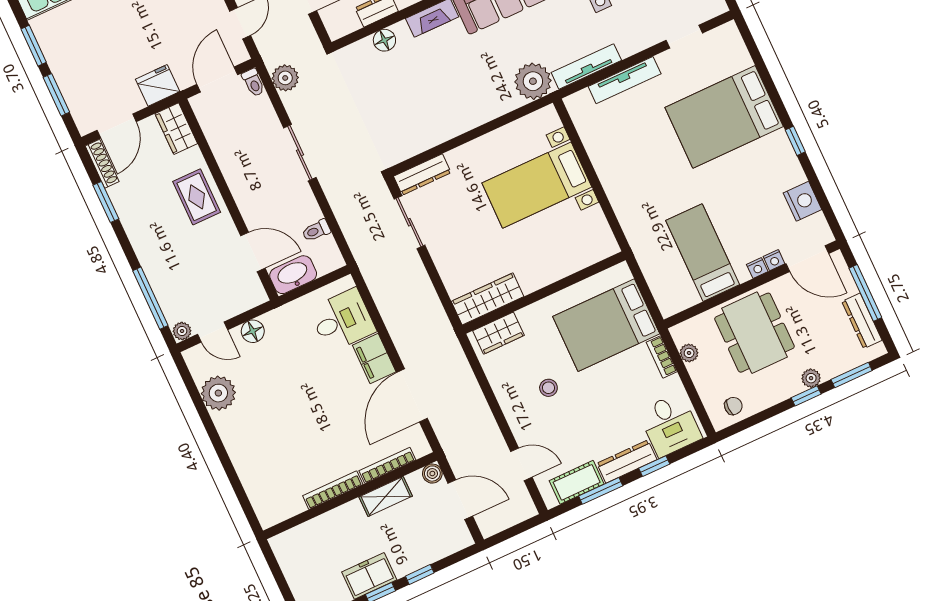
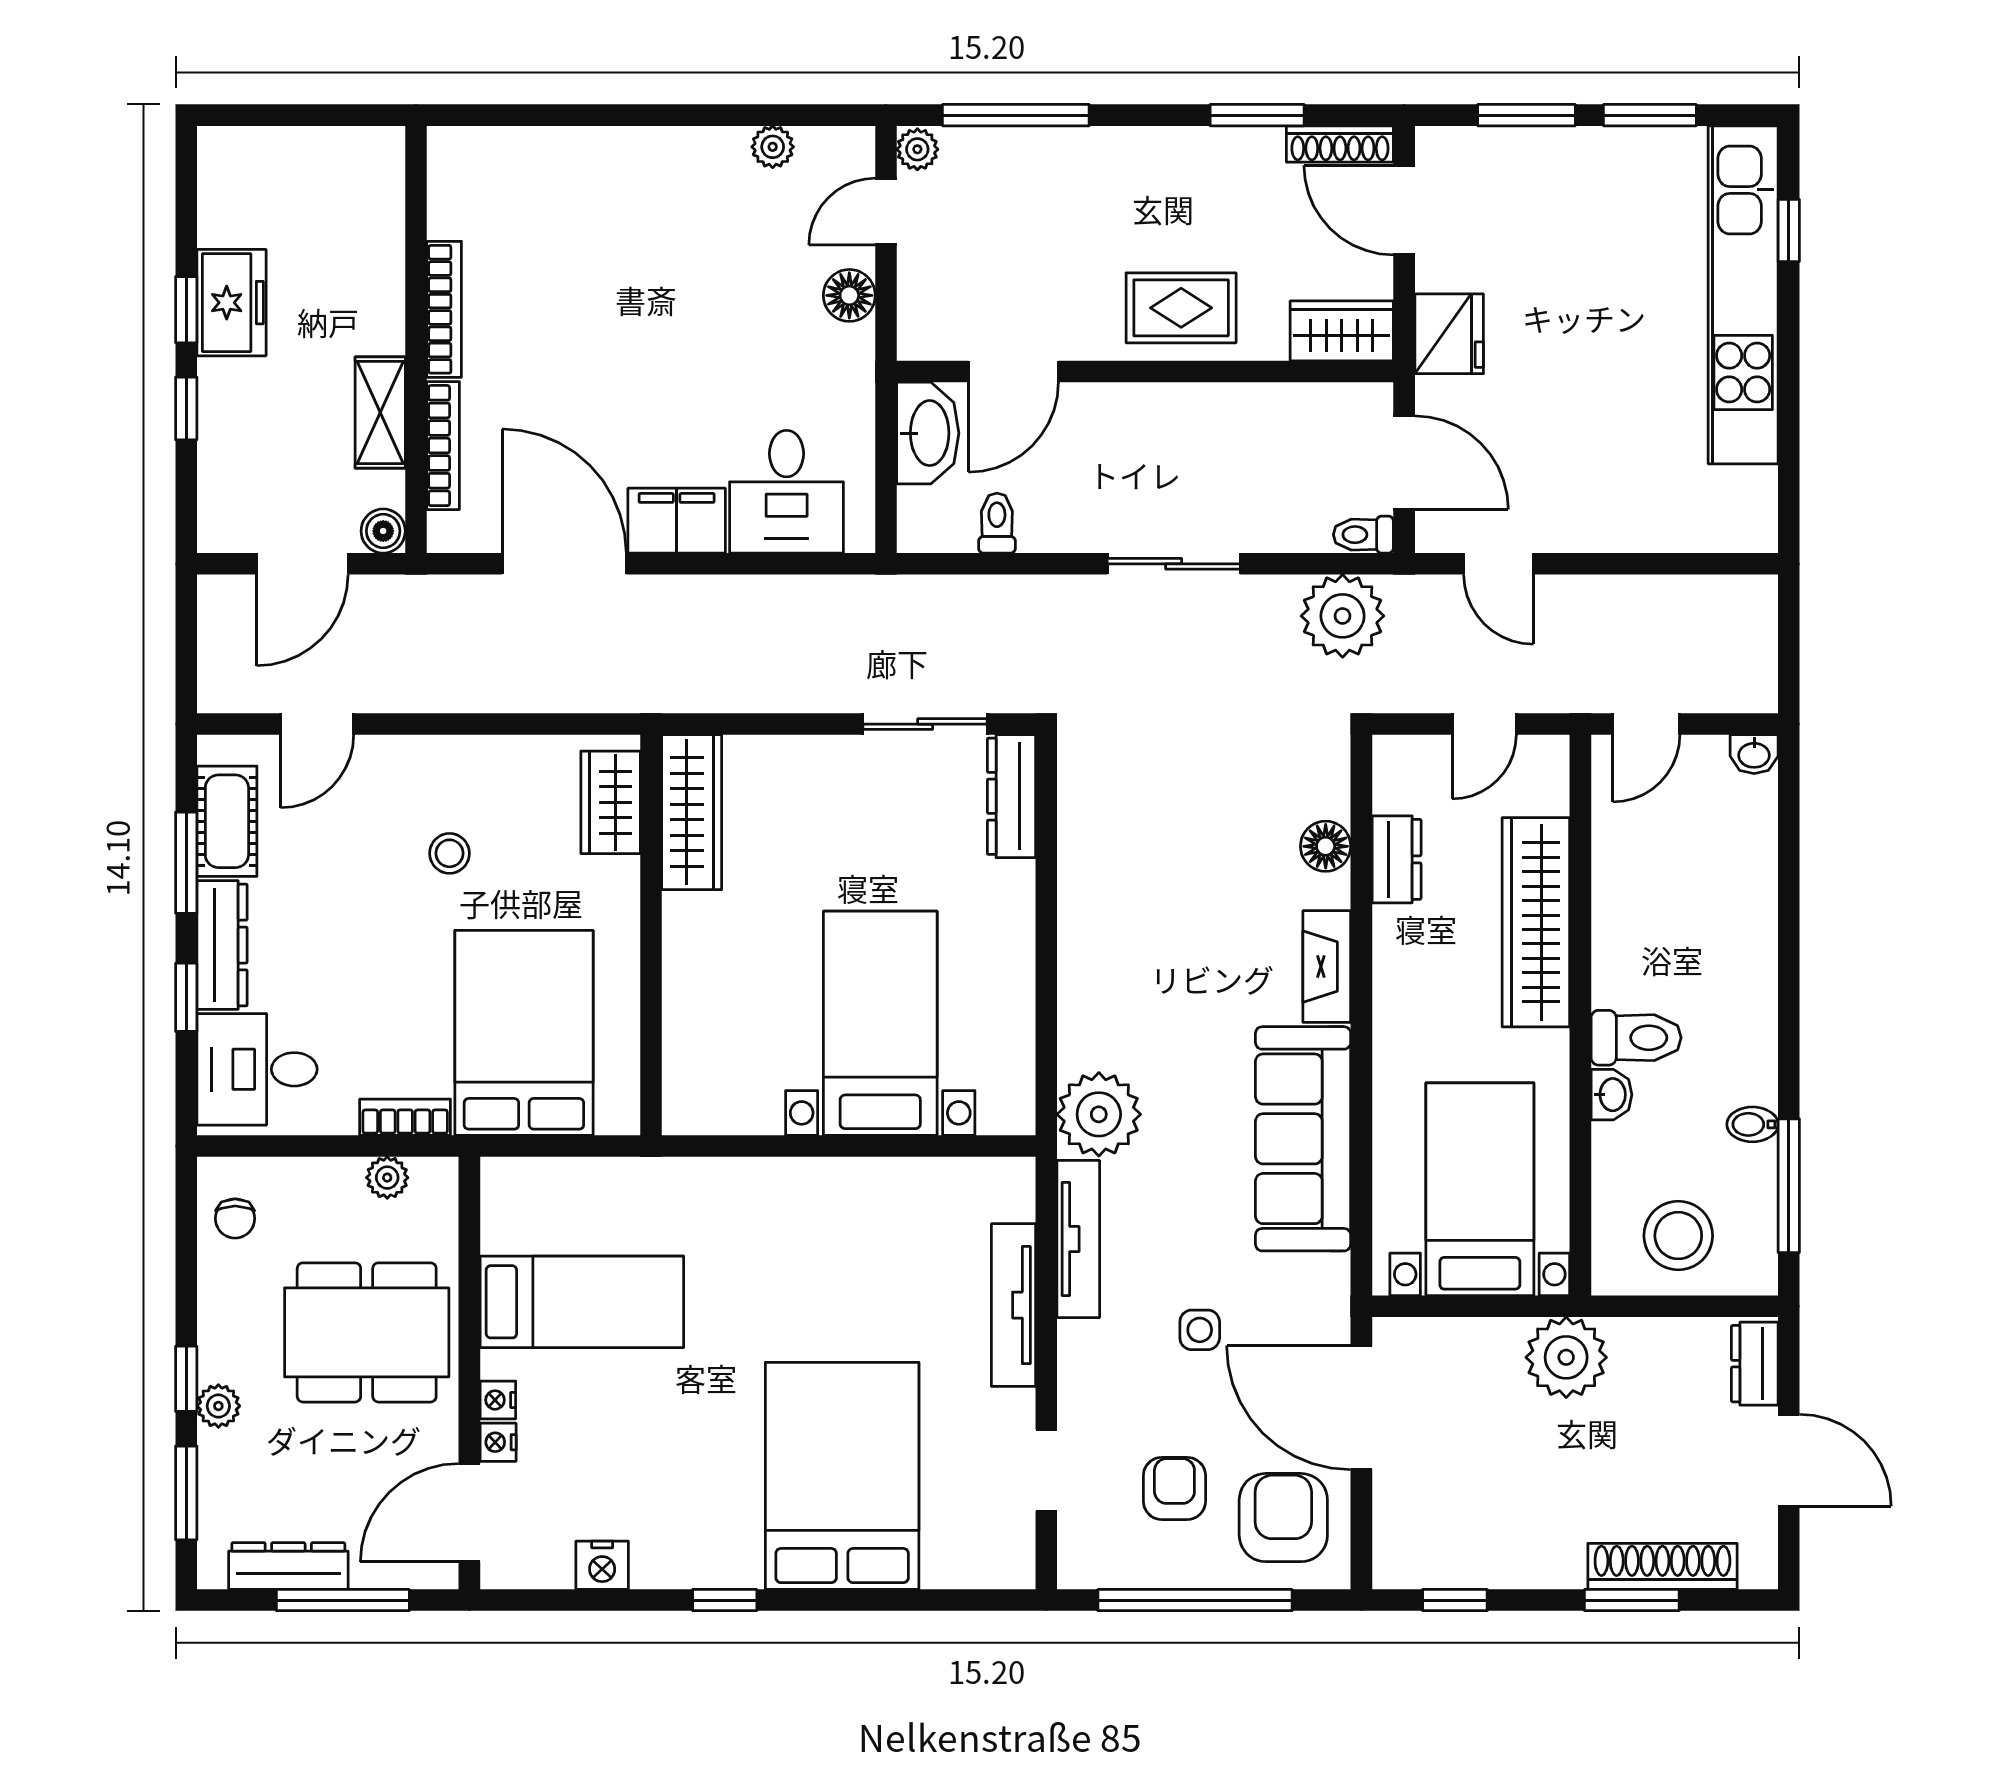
plant: (285, 78) -> (1343, 616), width x1.36, depth x1.36
nightstand: (802, 201) -> (602, 1565), width x0.74, depth x0.75
plant: (218, 393) -> (773, 147), width x0.53, depth x0.53

